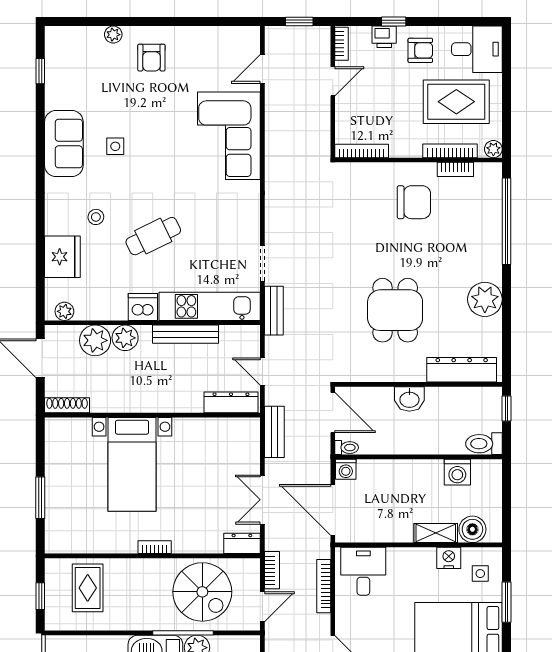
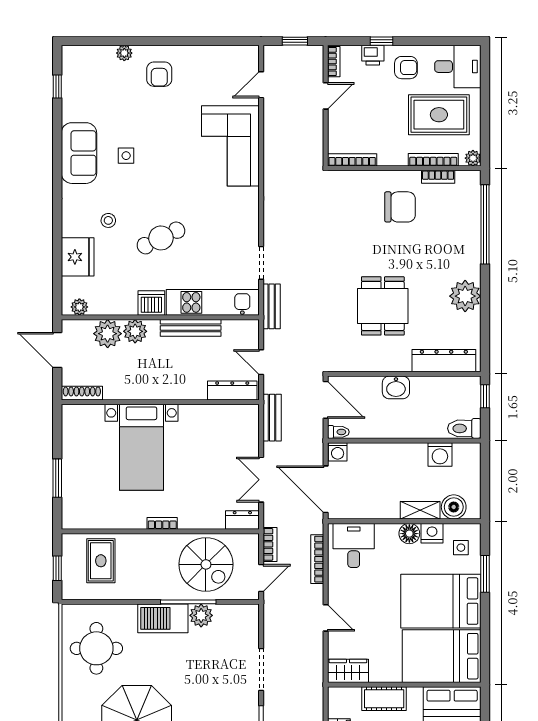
floor lamp: (424, 558) -> (409, 534), added

